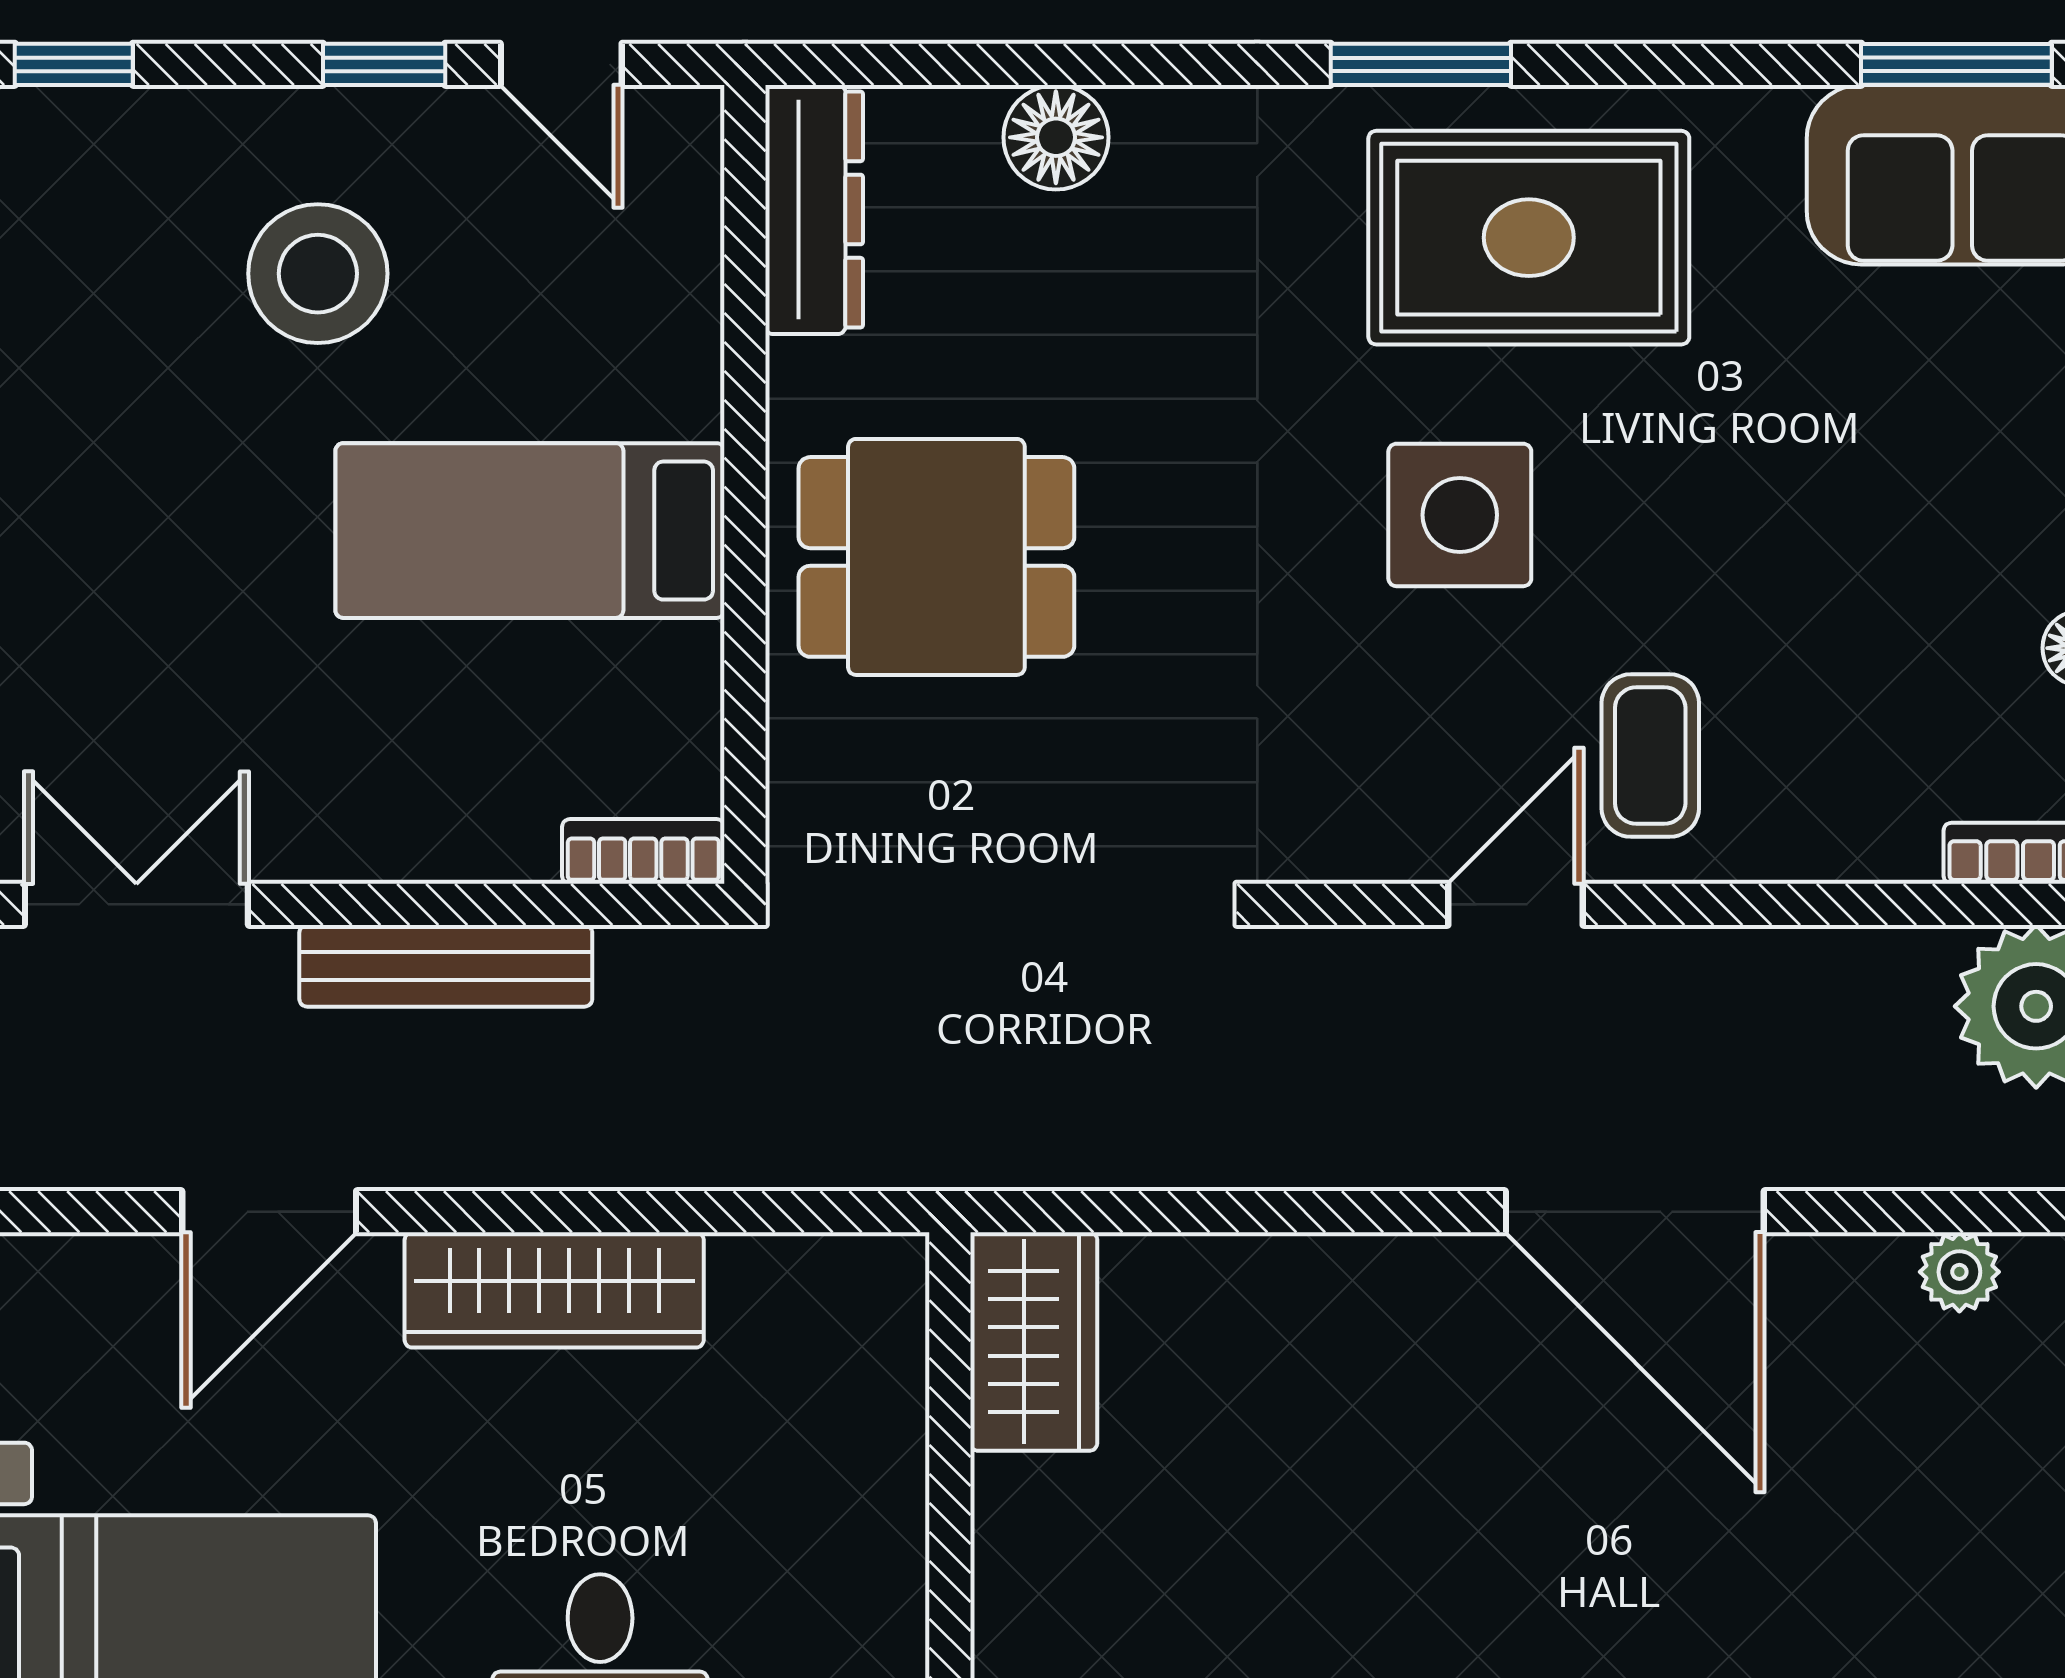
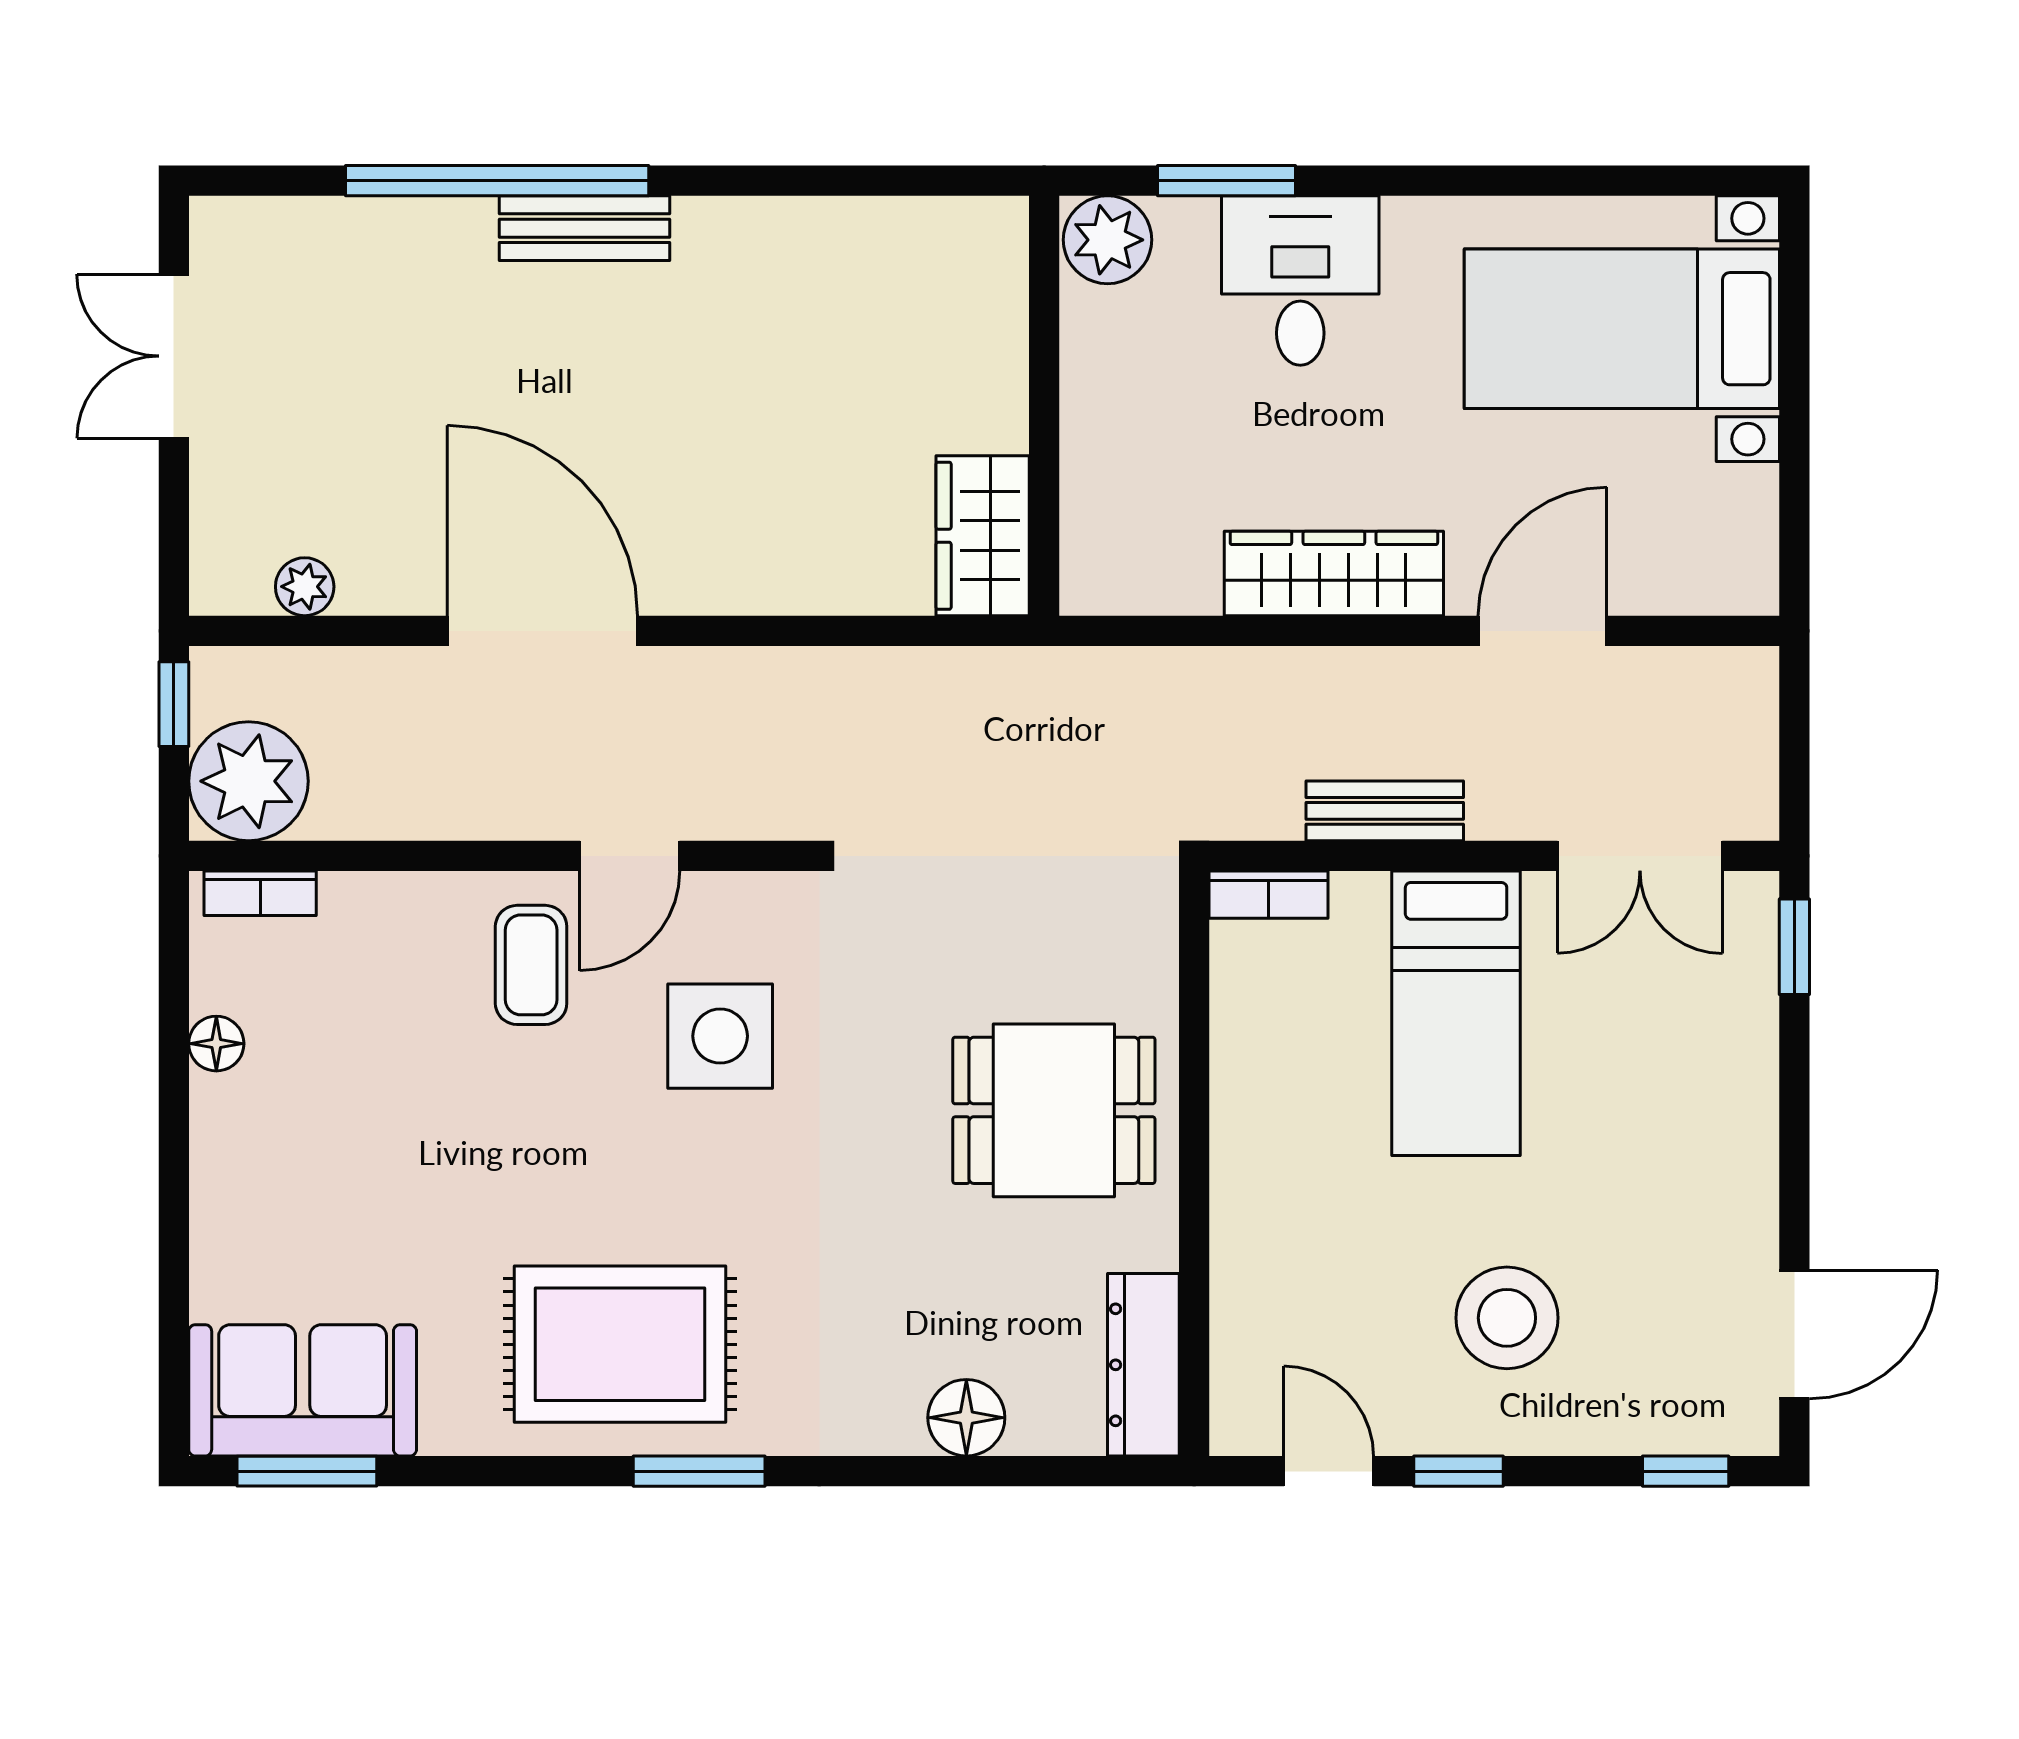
side table: (1460, 515) -> (720, 1036), moved
bed: (530, 531) -> (1456, 1013), moved, turned 90
bench: (446, 966) -> (1385, 811), width x0.73

